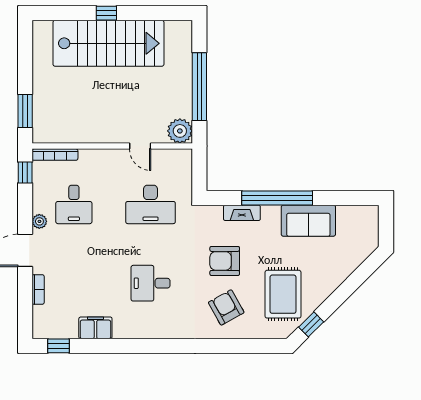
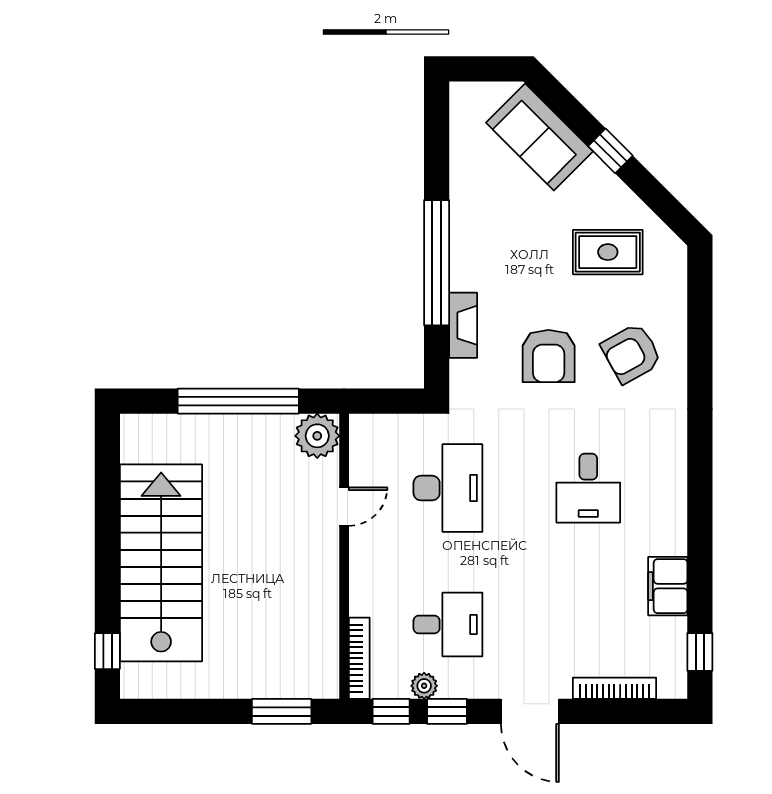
window: (106, 13) -> (107, 651), moved
window: (25, 204) -> (447, 711), added
plant: (39, 221) -> (424, 686), moved
sofa: (308, 221) -> (540, 137), moved, turned 135
bookcase: (38, 289) -> (614, 688), width x1.56
rug: (283, 294) -> (608, 252), width x0.73, depth x0.70
window: (311, 324) -> (610, 151), moved

